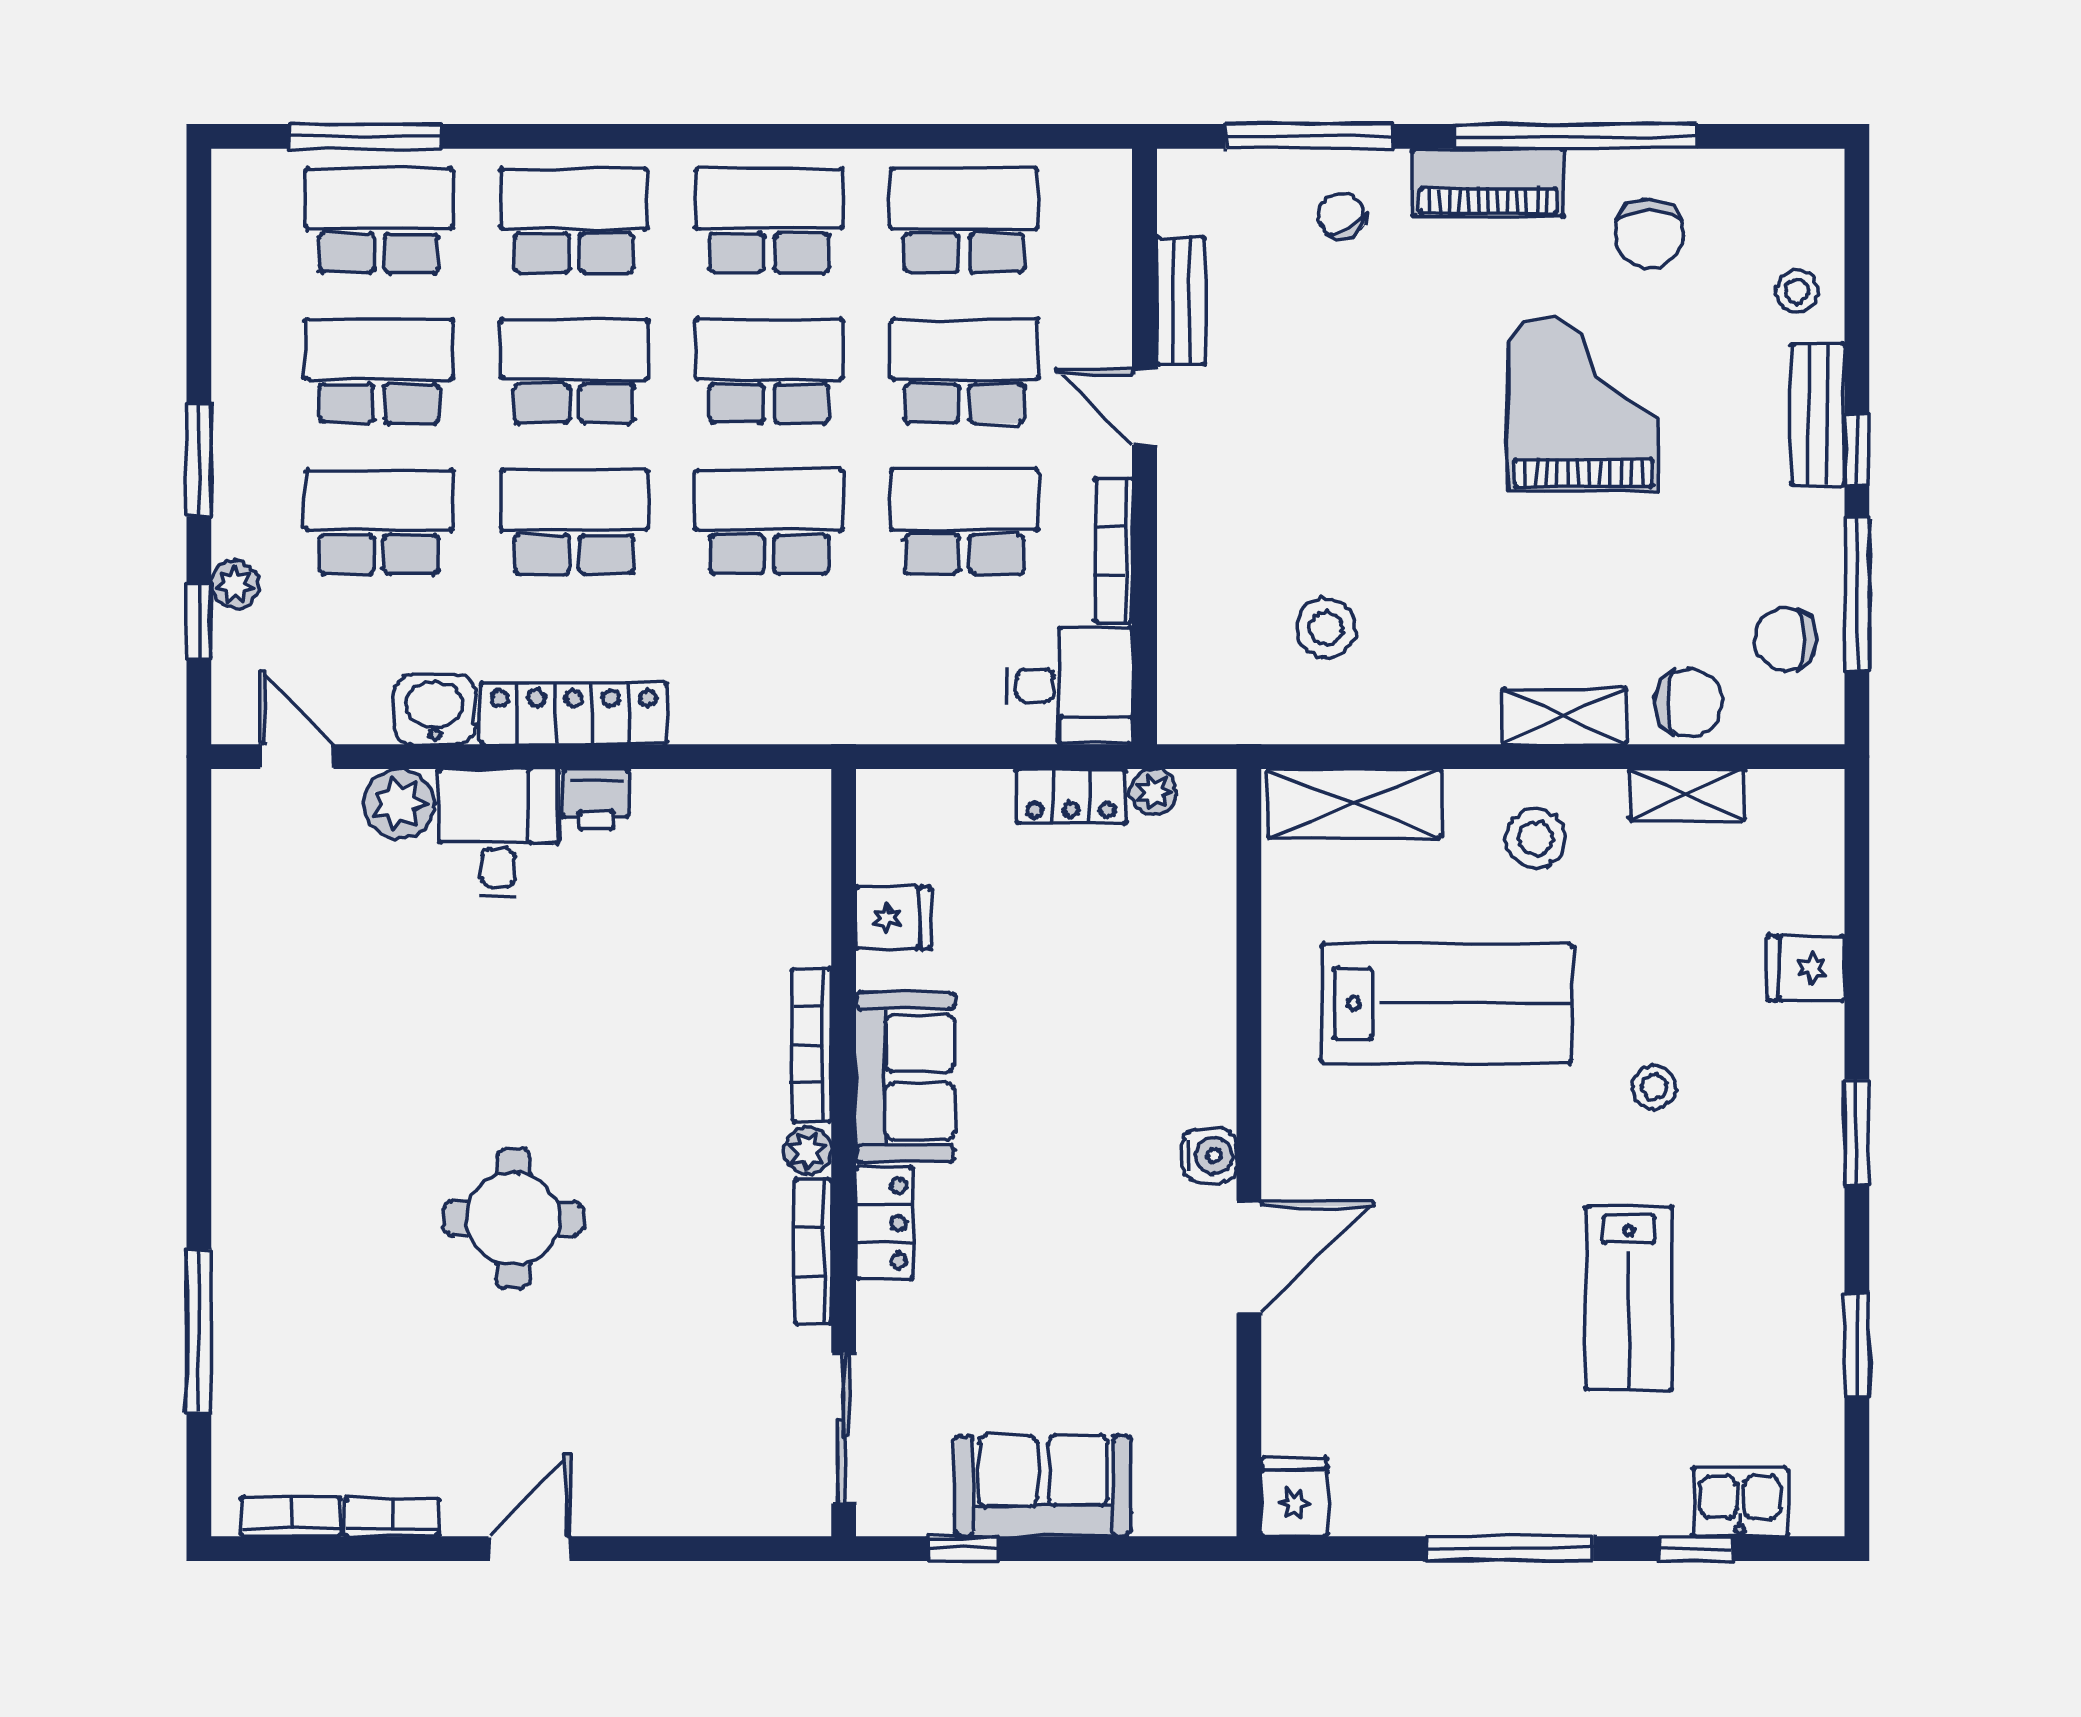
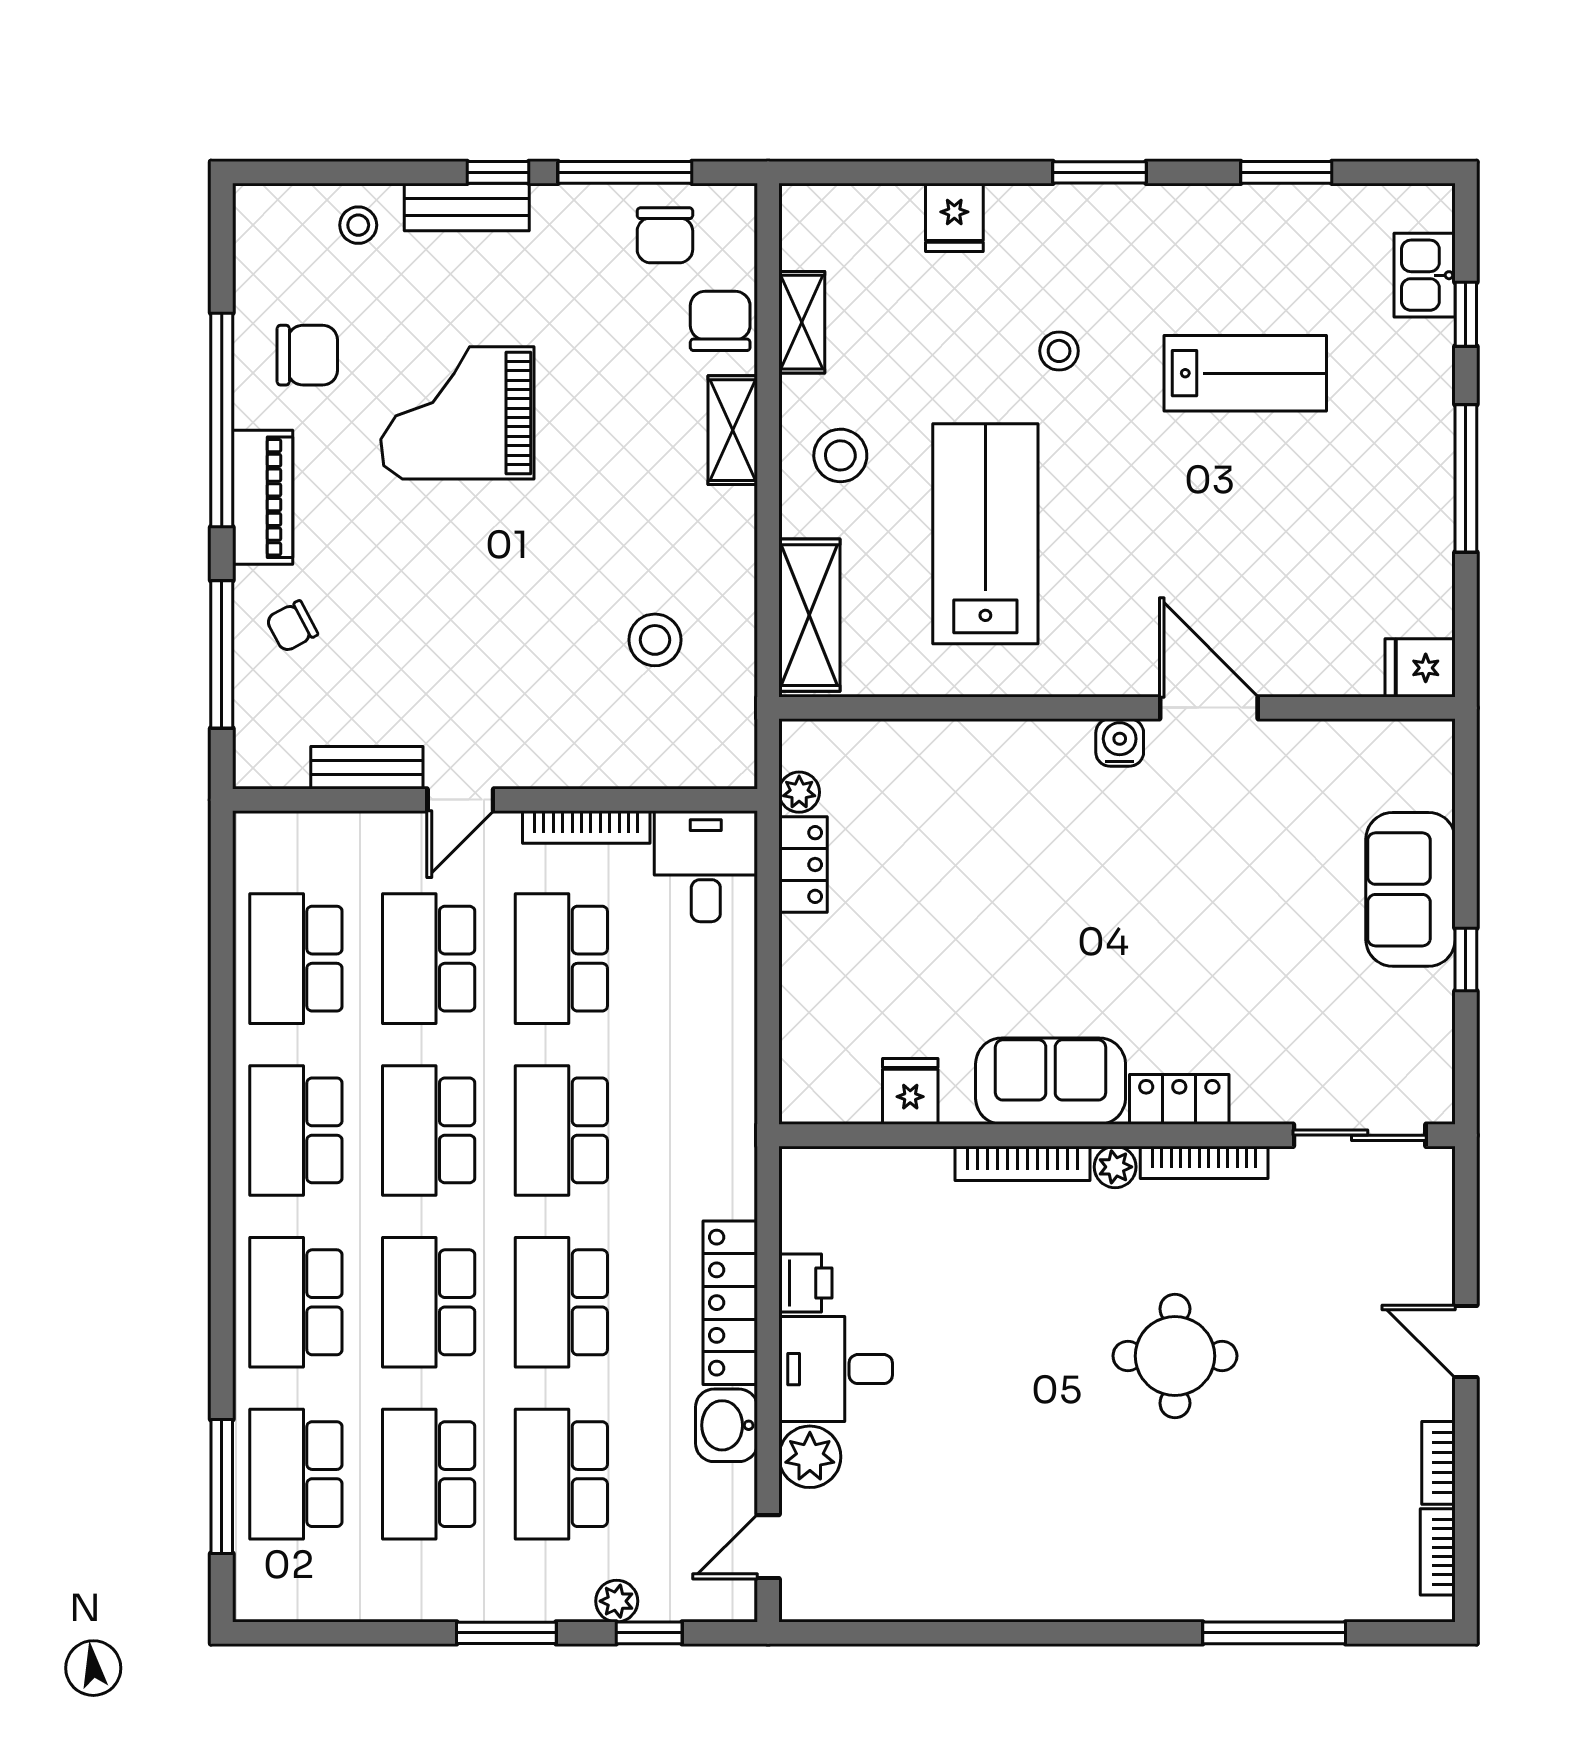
fridge: (893, 918) -> (910, 1091), moved
bookcase: (812, 1045) -> (1022, 1163), moved
sofa: (905, 1077) -> (1051, 1081), moved
plant: (808, 1151) -> (1115, 1167), moved
wall: (844, 1153) -> (1117, 1135), moved
locker: (884, 1223) -> (1179, 1099), moved
bookcase: (813, 1252) -> (1204, 1162), moved
sliding door: (844, 1428) -> (1360, 1135), moved

